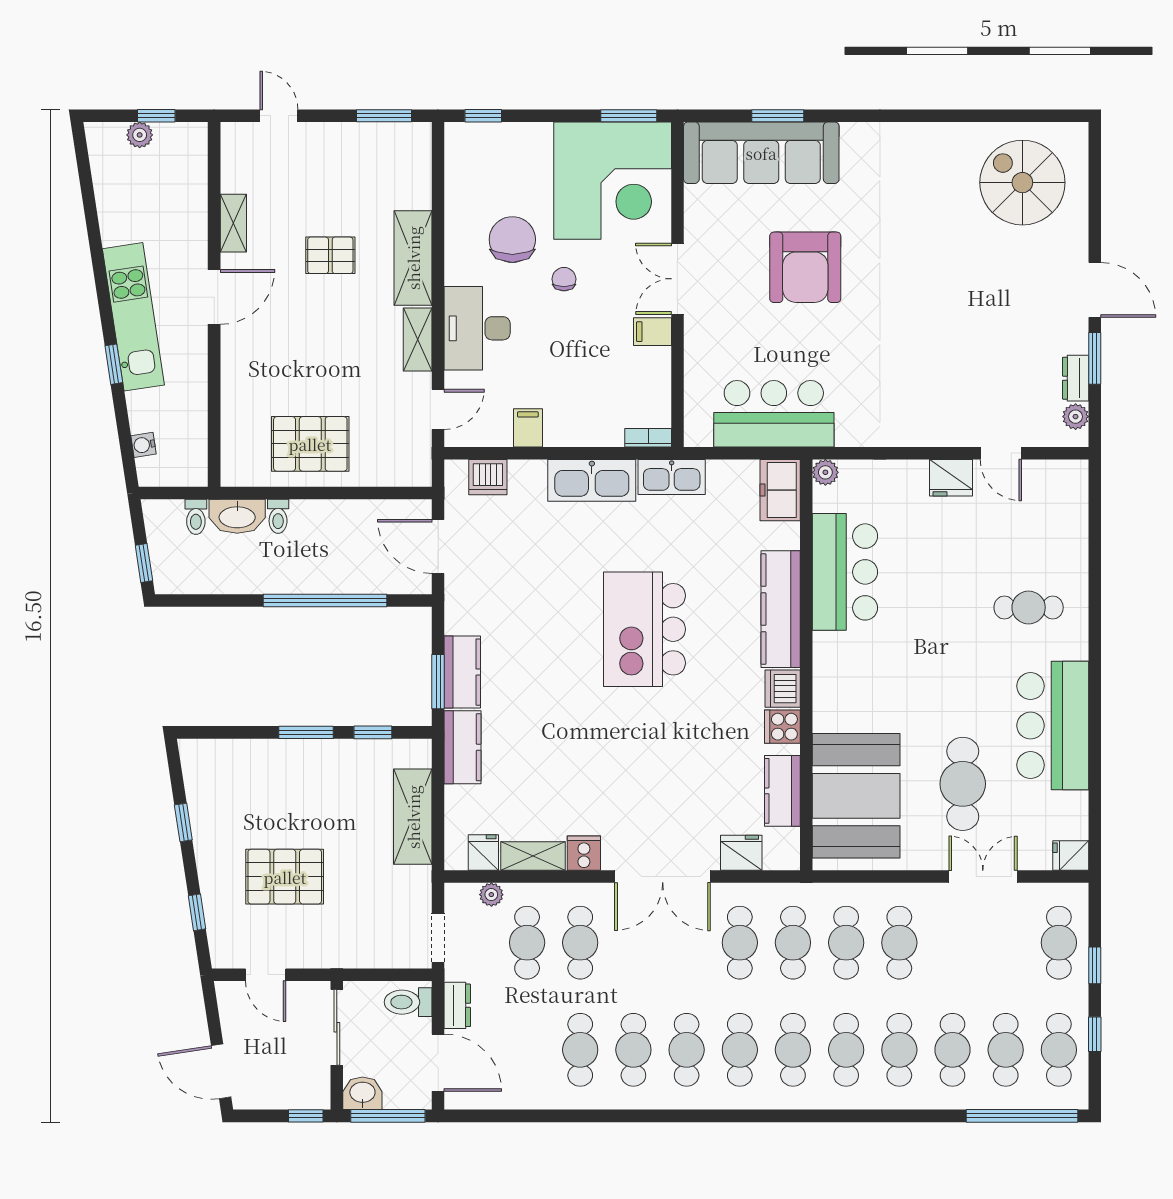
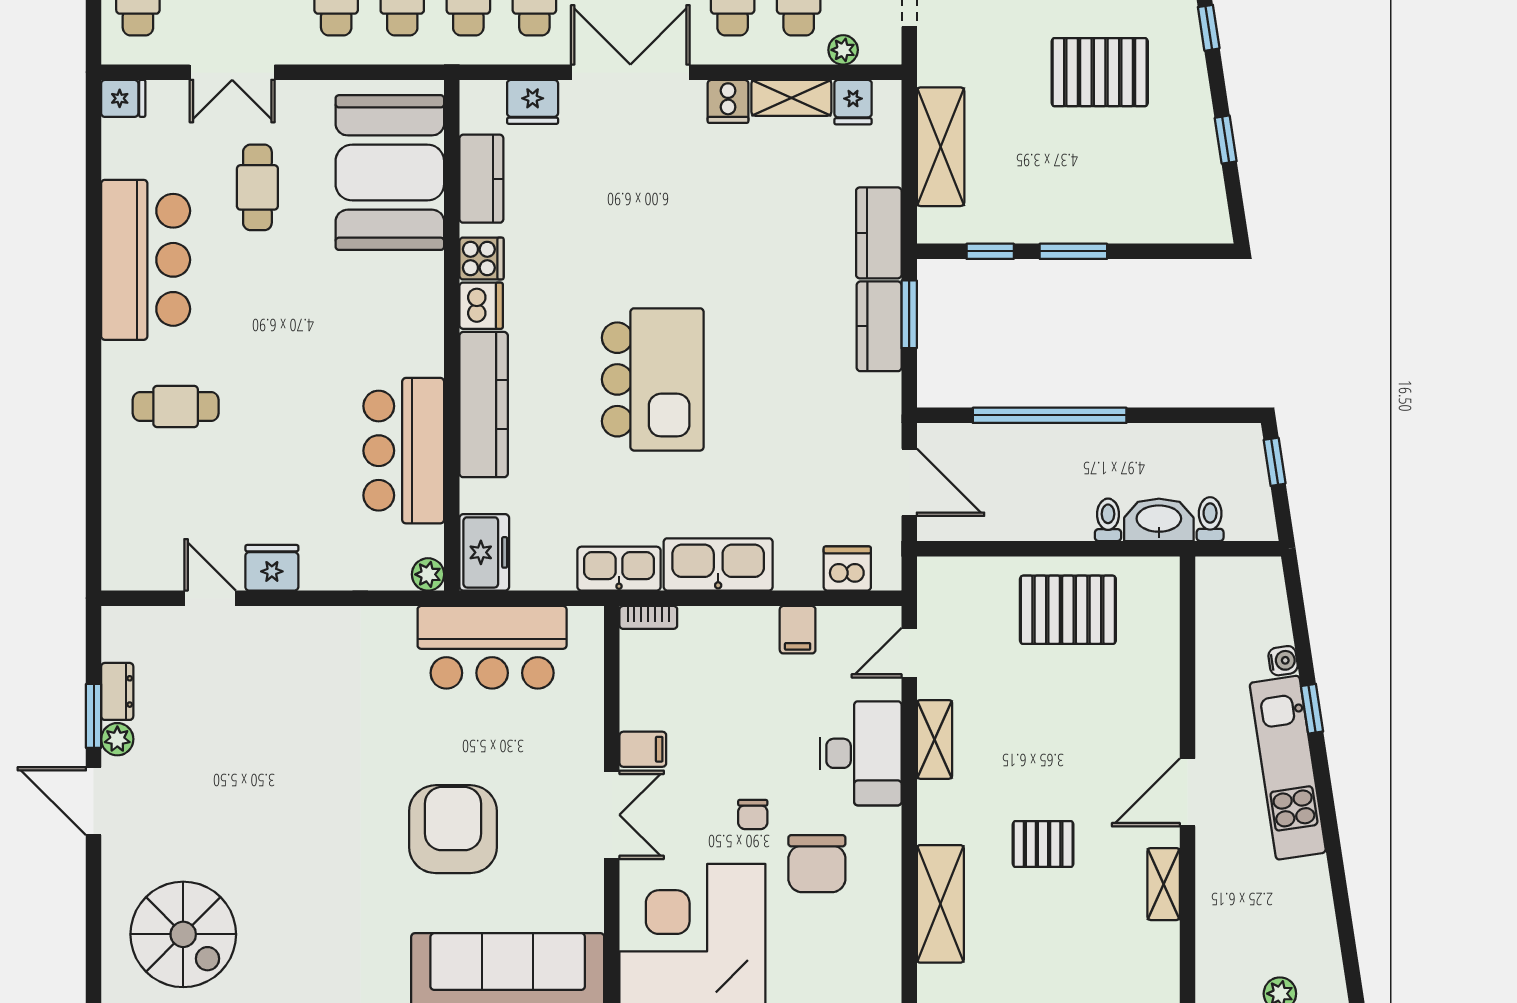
shelving: (413, 258) -> (940, 904), moved
plant: (1076, 417) -> (117, 739), moved
water cooler: (144, 445) -> (1283, 661), moved
cafe table: (963, 784) -> (257, 187), width x0.73, depth x0.74

